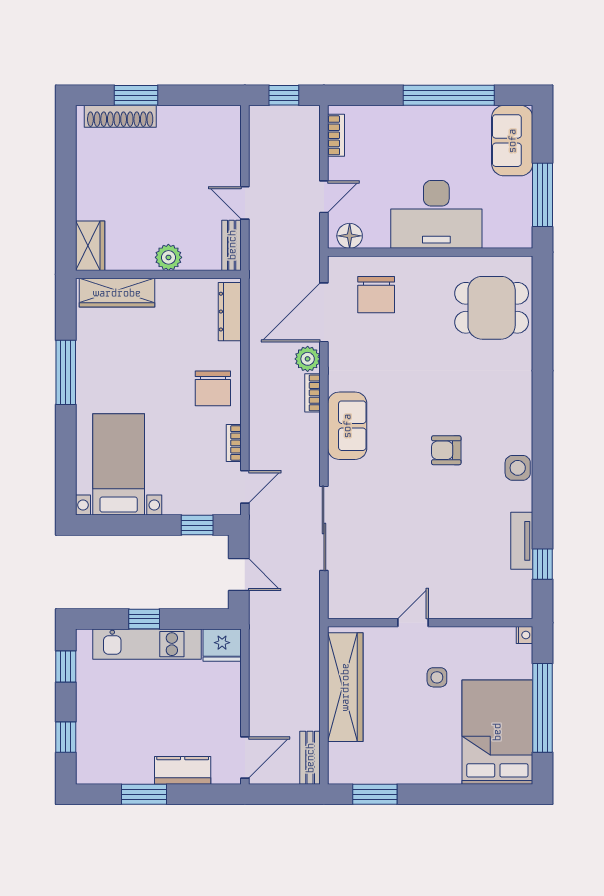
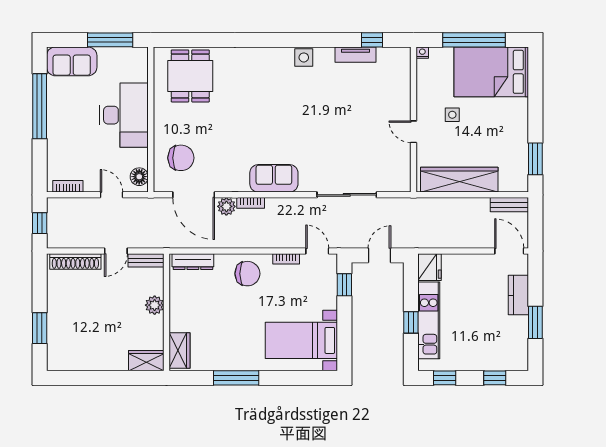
shoe rack: (120, 116) -> (75, 261), moved, turned 90
wardrobe: (117, 293) -> (180, 351), width x0.67
armchair: (446, 450) -> (291, 108), removed

